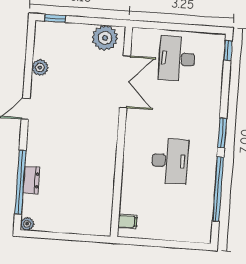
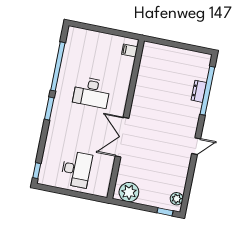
plant: (40, 68) -> (177, 199), moved
double door: (125, 82) -> (122, 137), moved
desk: (170, 161) -> (92, 92), turned -90
plant: (27, 224) -> (206, 58), removed

